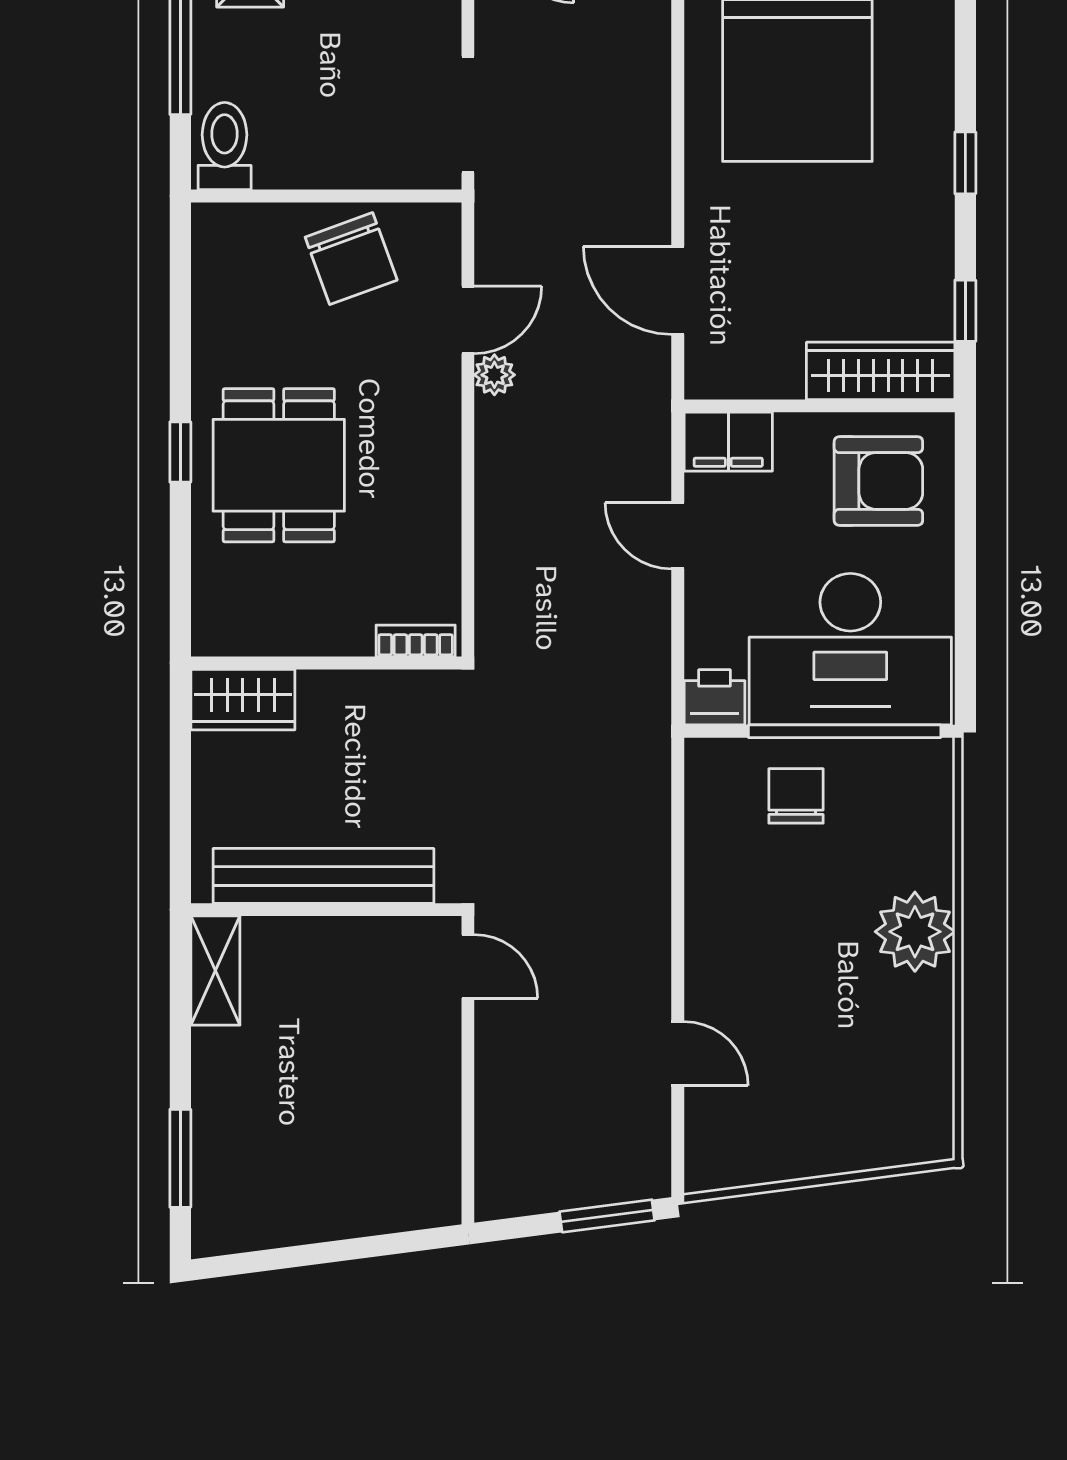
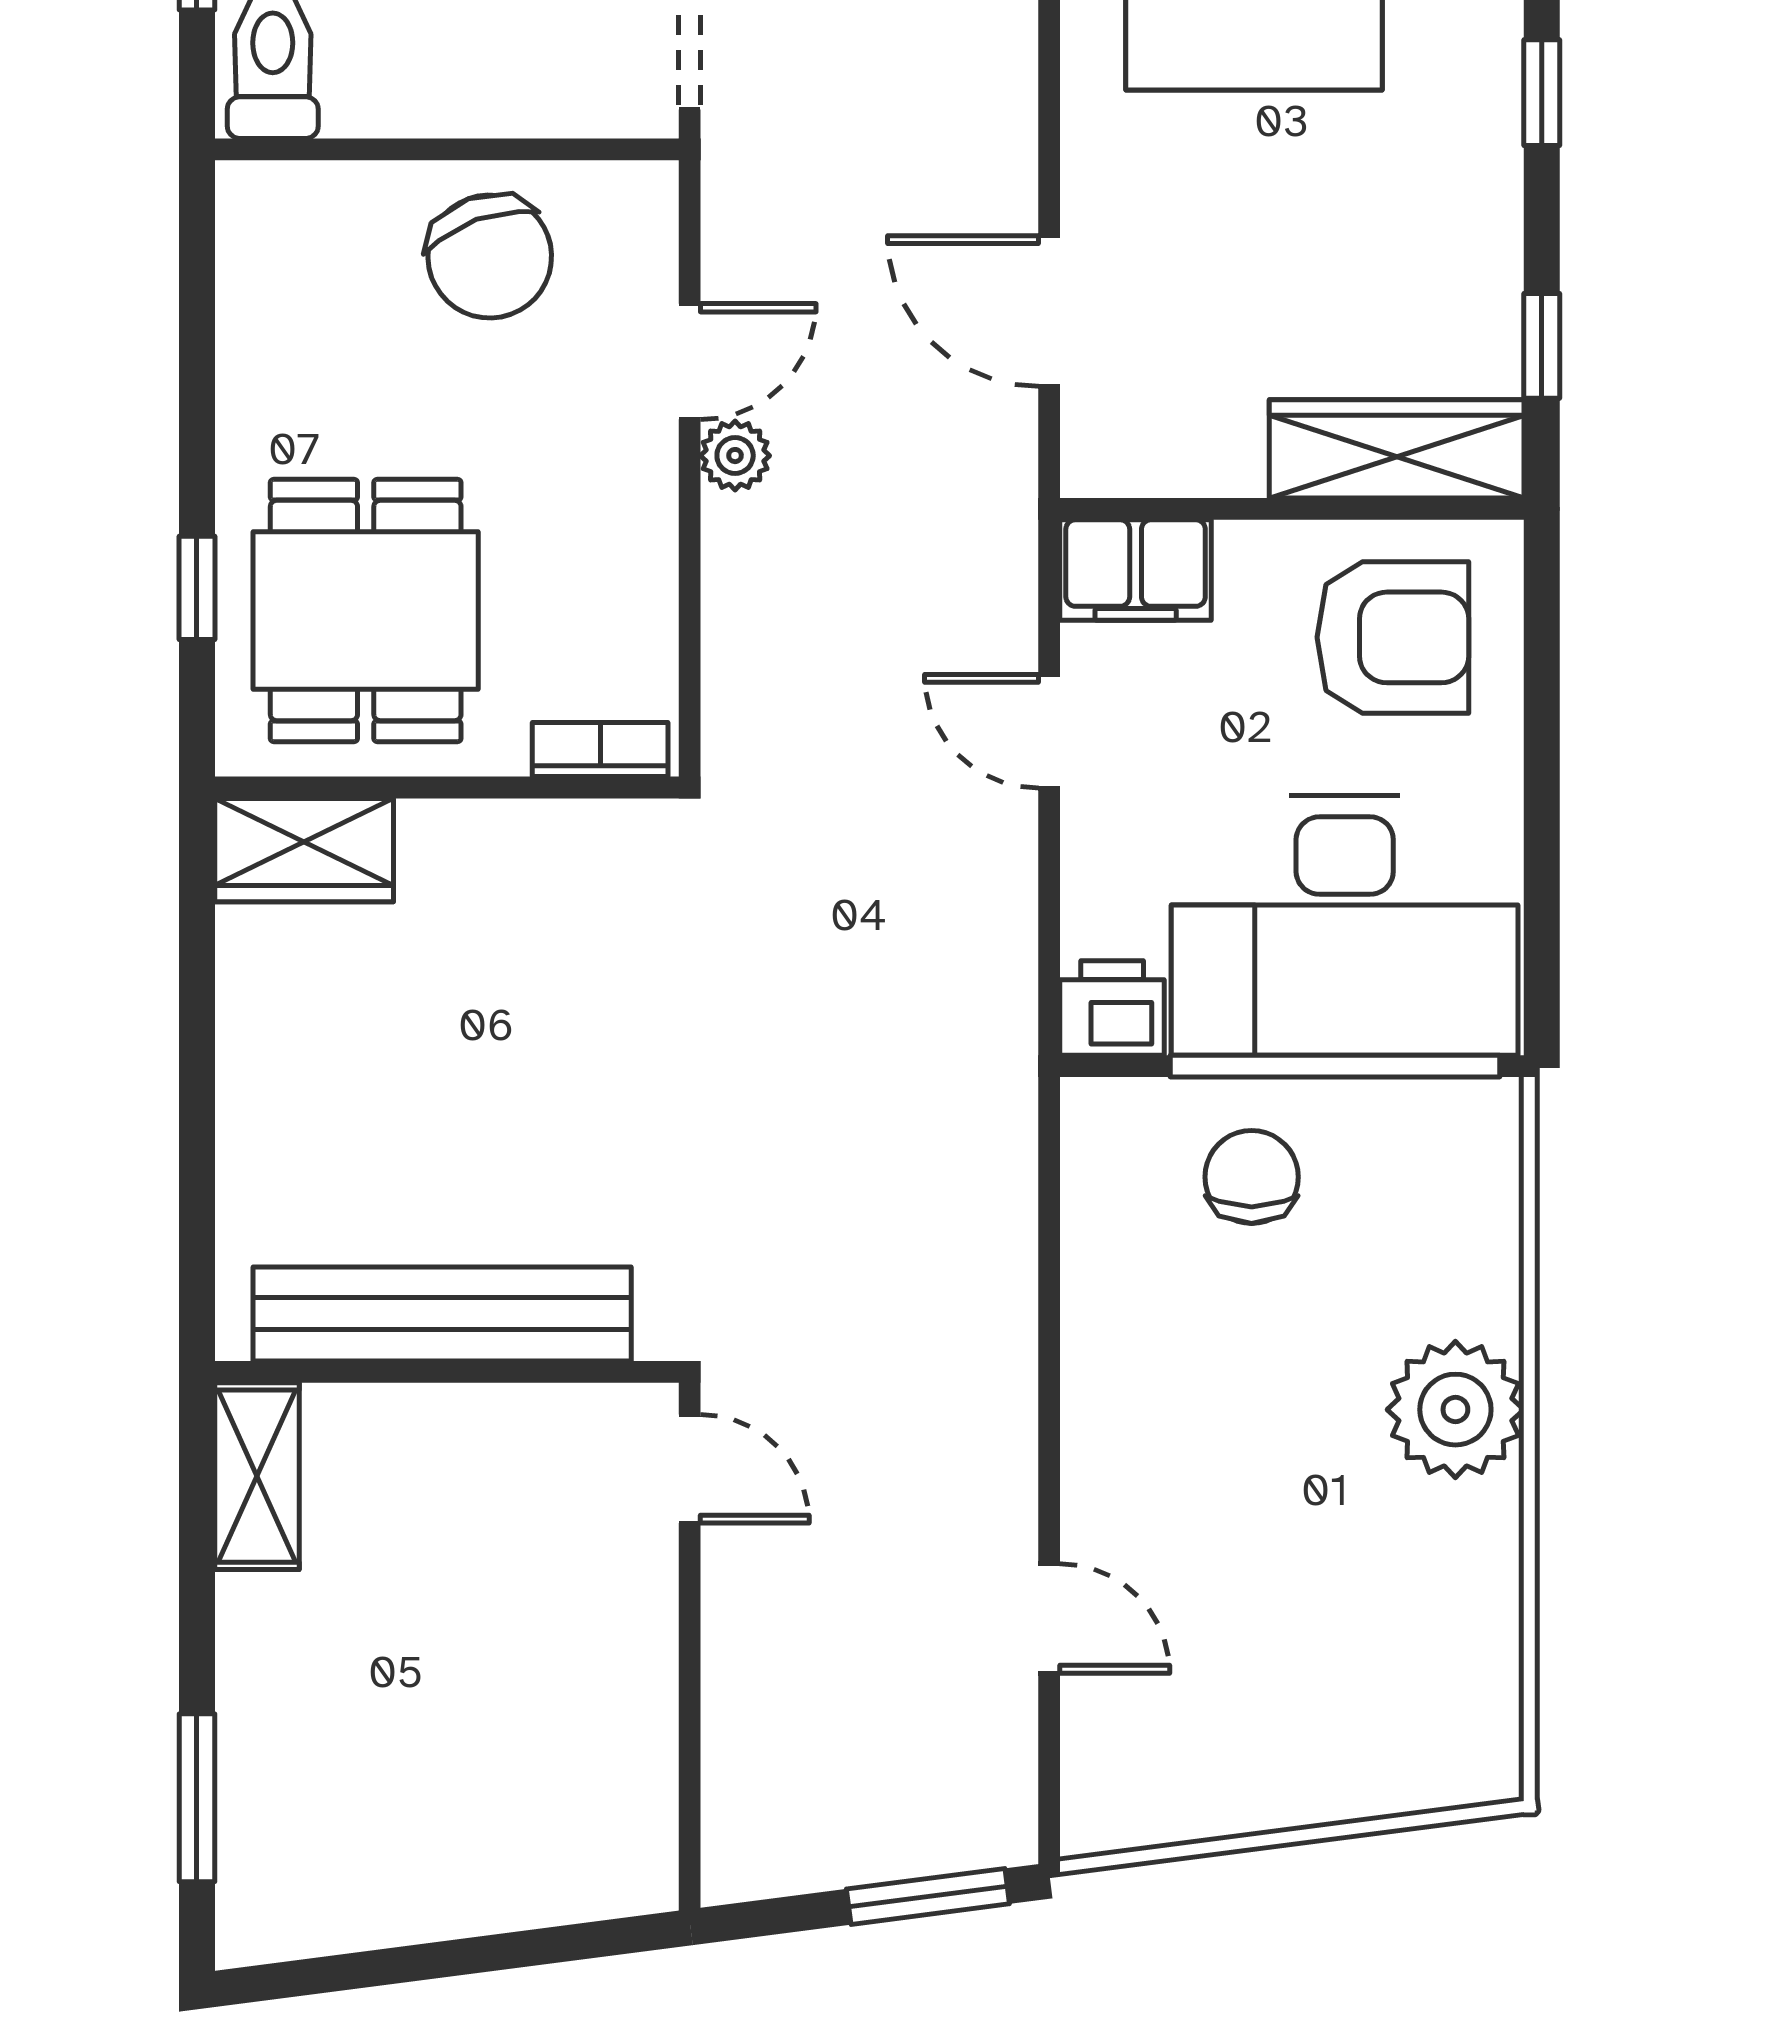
bookcase: (416, 641) -> (600, 750), moved
wall: (326, 663) -> (447, 788), moved
wardrobe: (243, 700) -> (304, 850), moved

